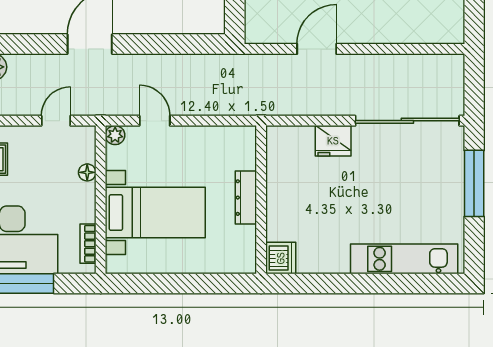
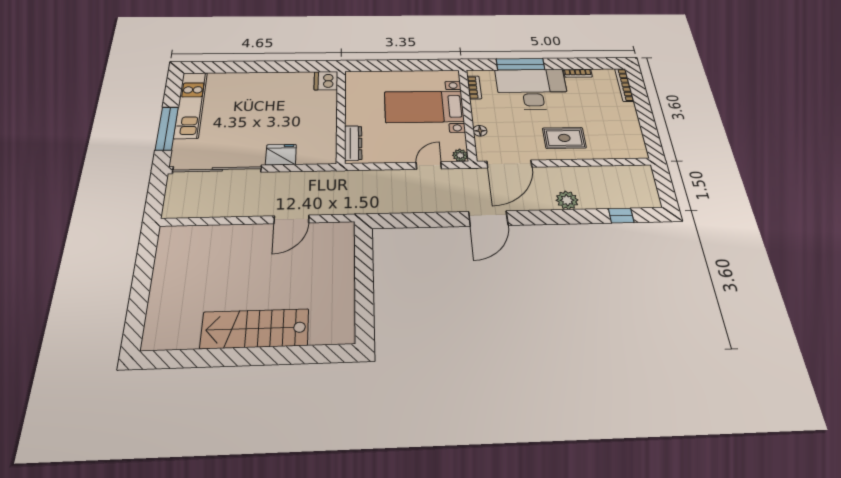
door: (56, 121) -> (509, 164), width x1.88
door: (155, 121) -> (429, 166), swing flipped
dresser: (246, 198) -> (353, 143), moved
kitchen unit: (404, 259) -> (191, 105), moved, turned -90

